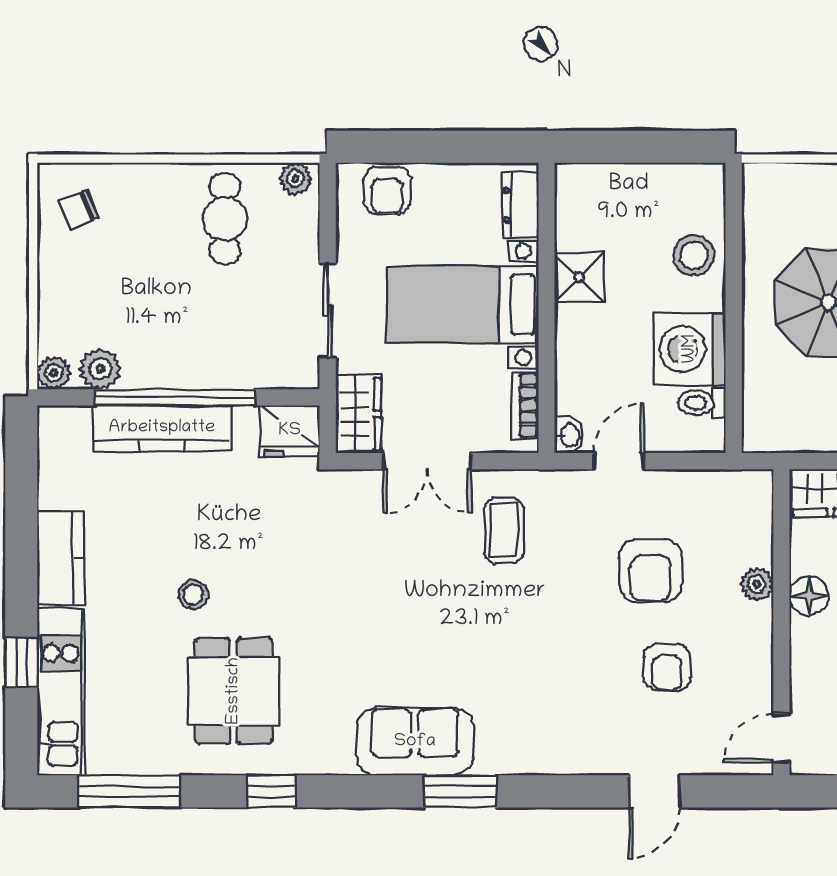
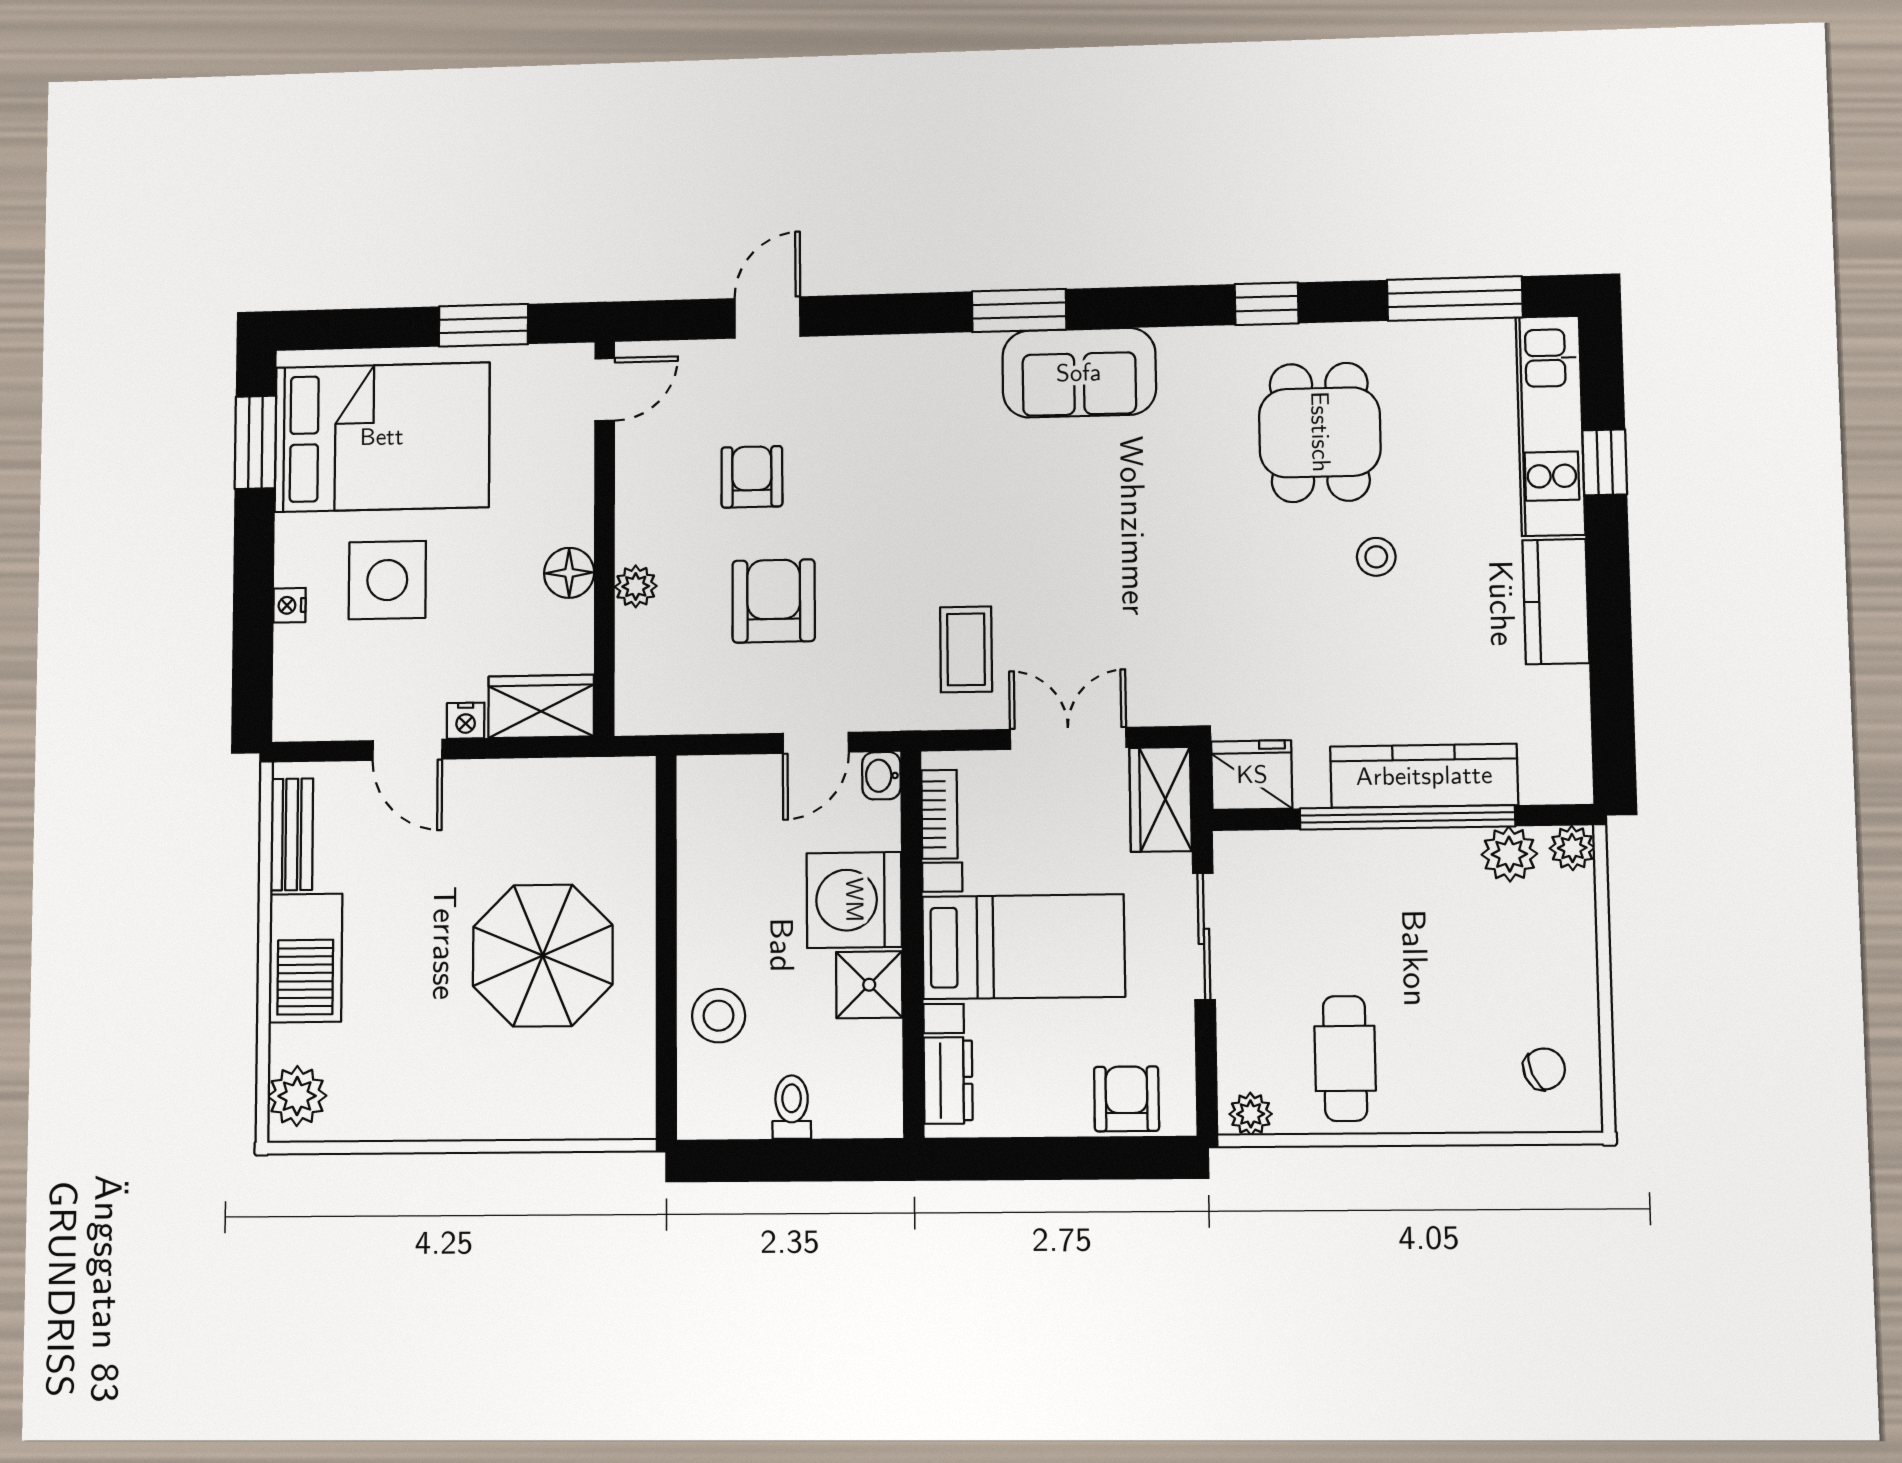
washing machine: (690, 349) -> (854, 900), moved, turned 180
toilet: (702, 403) -> (792, 1107), moved, turned -90

